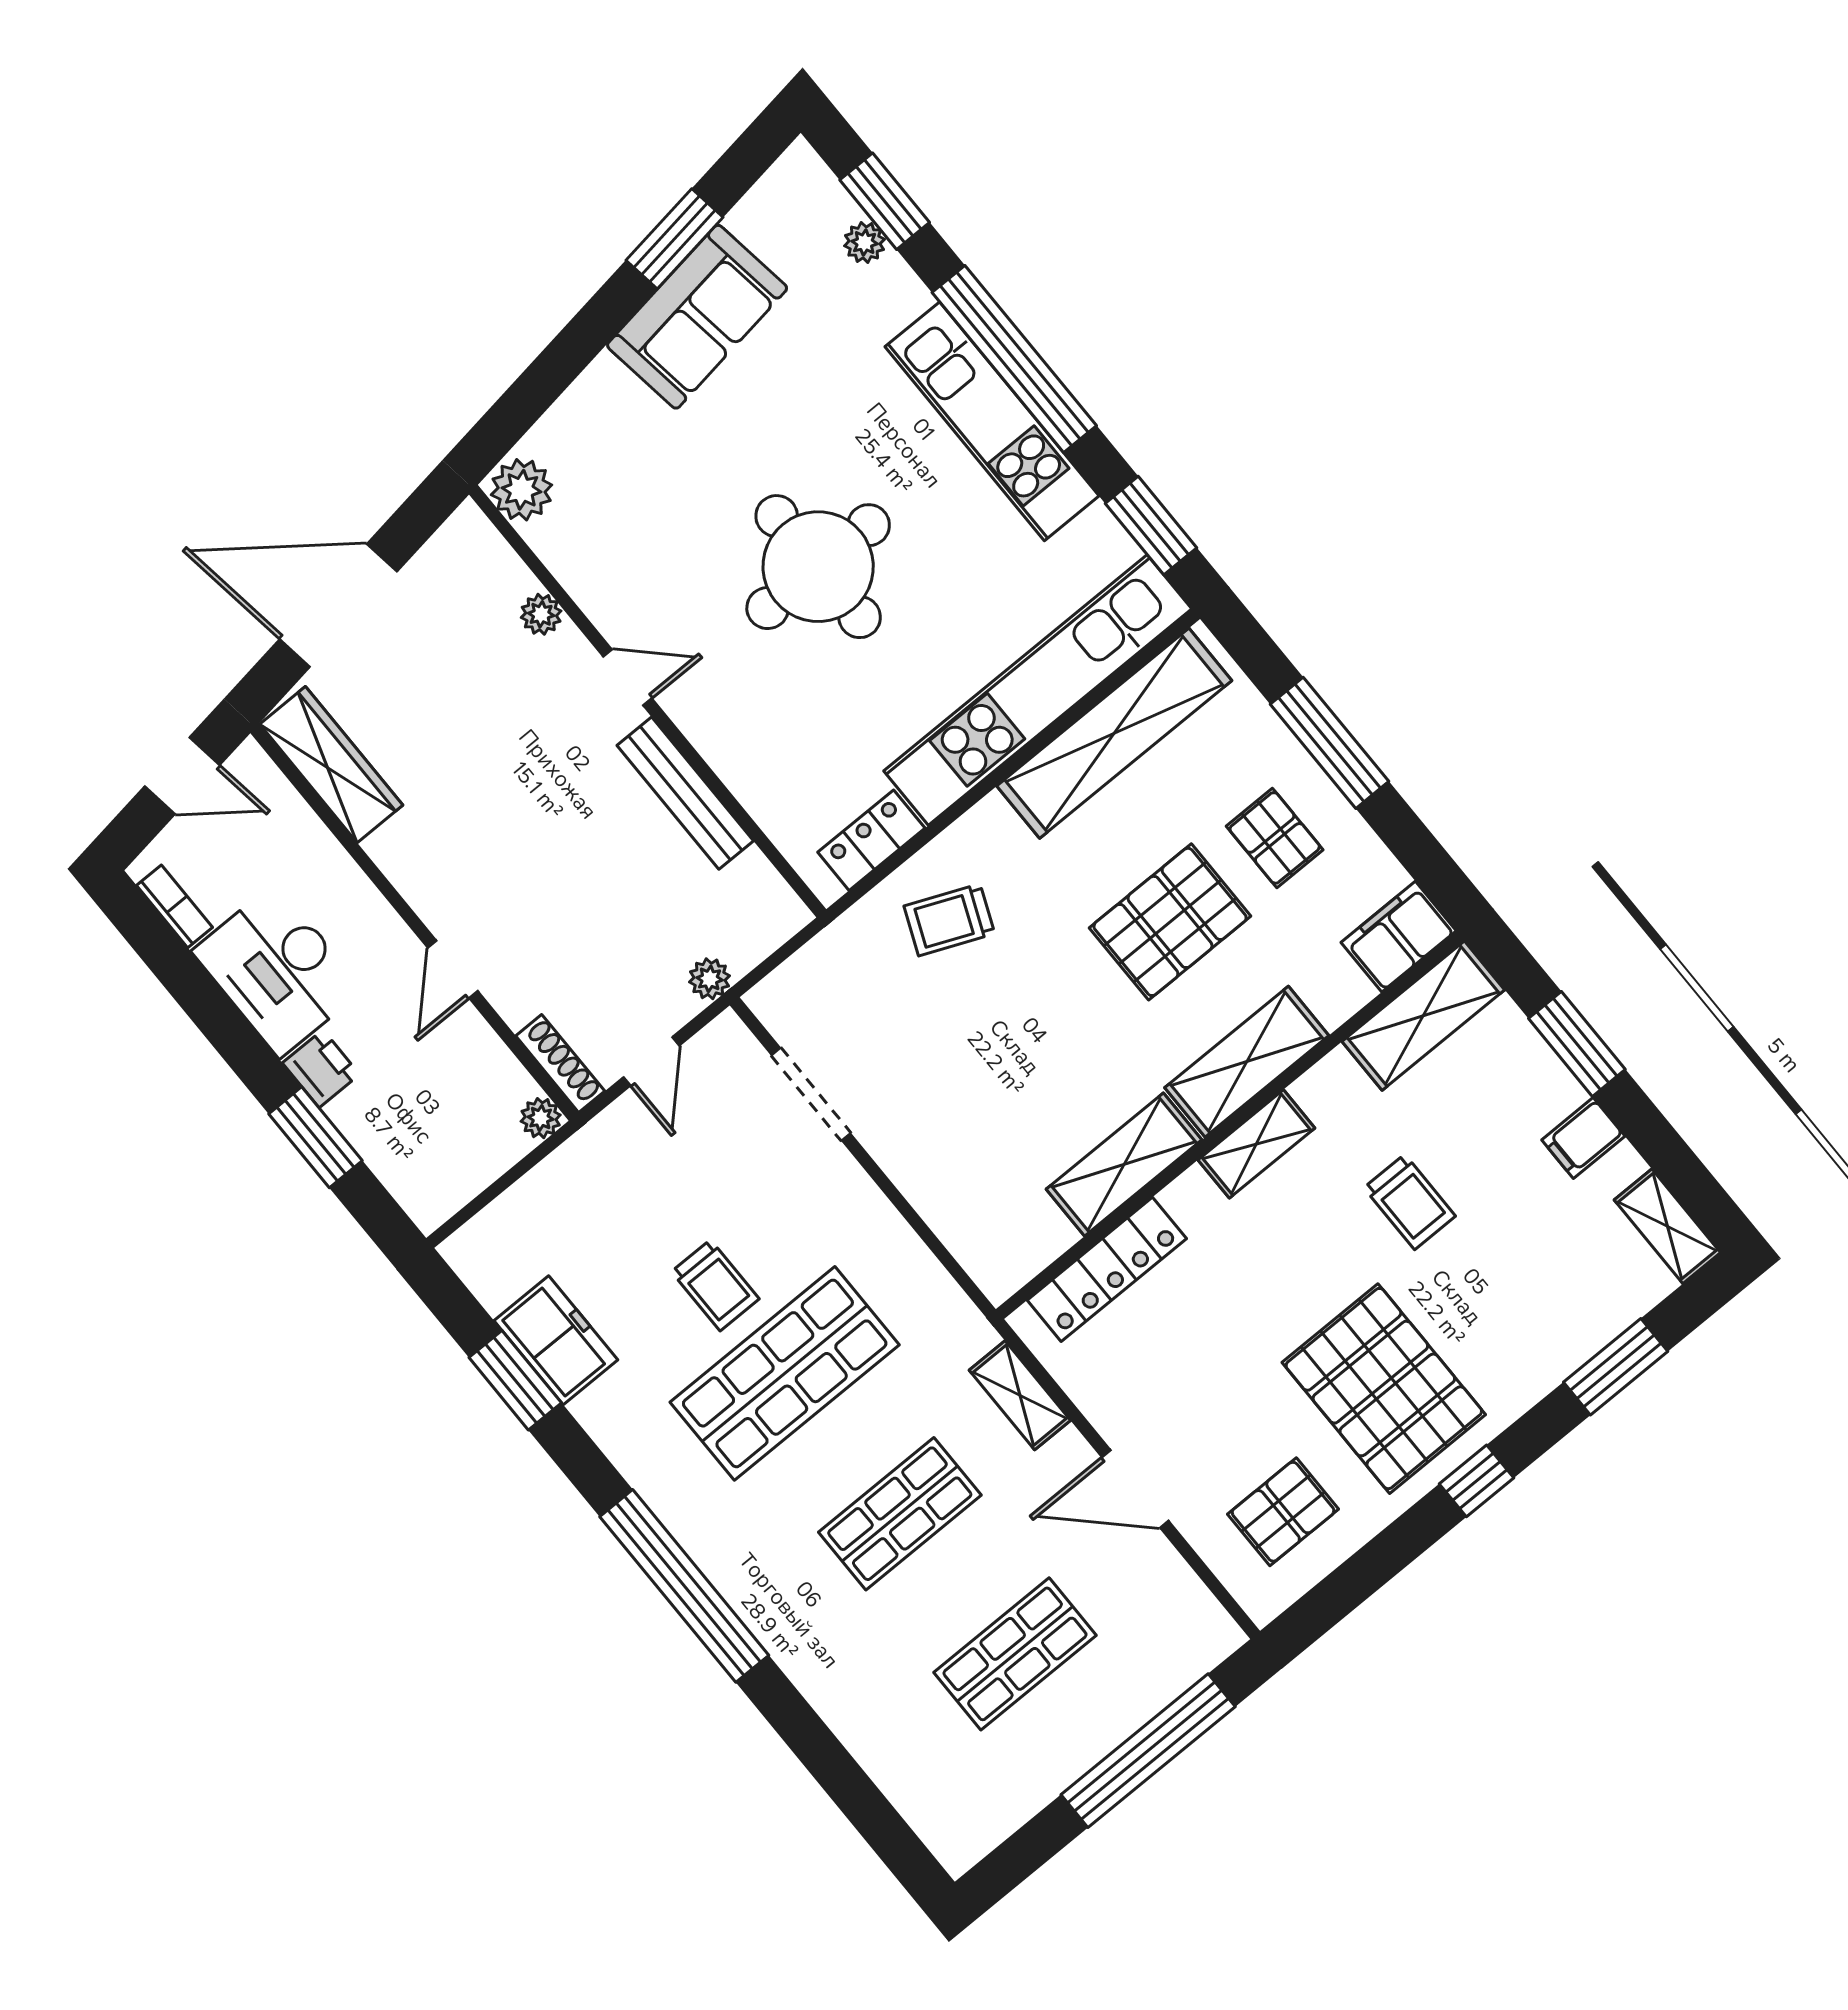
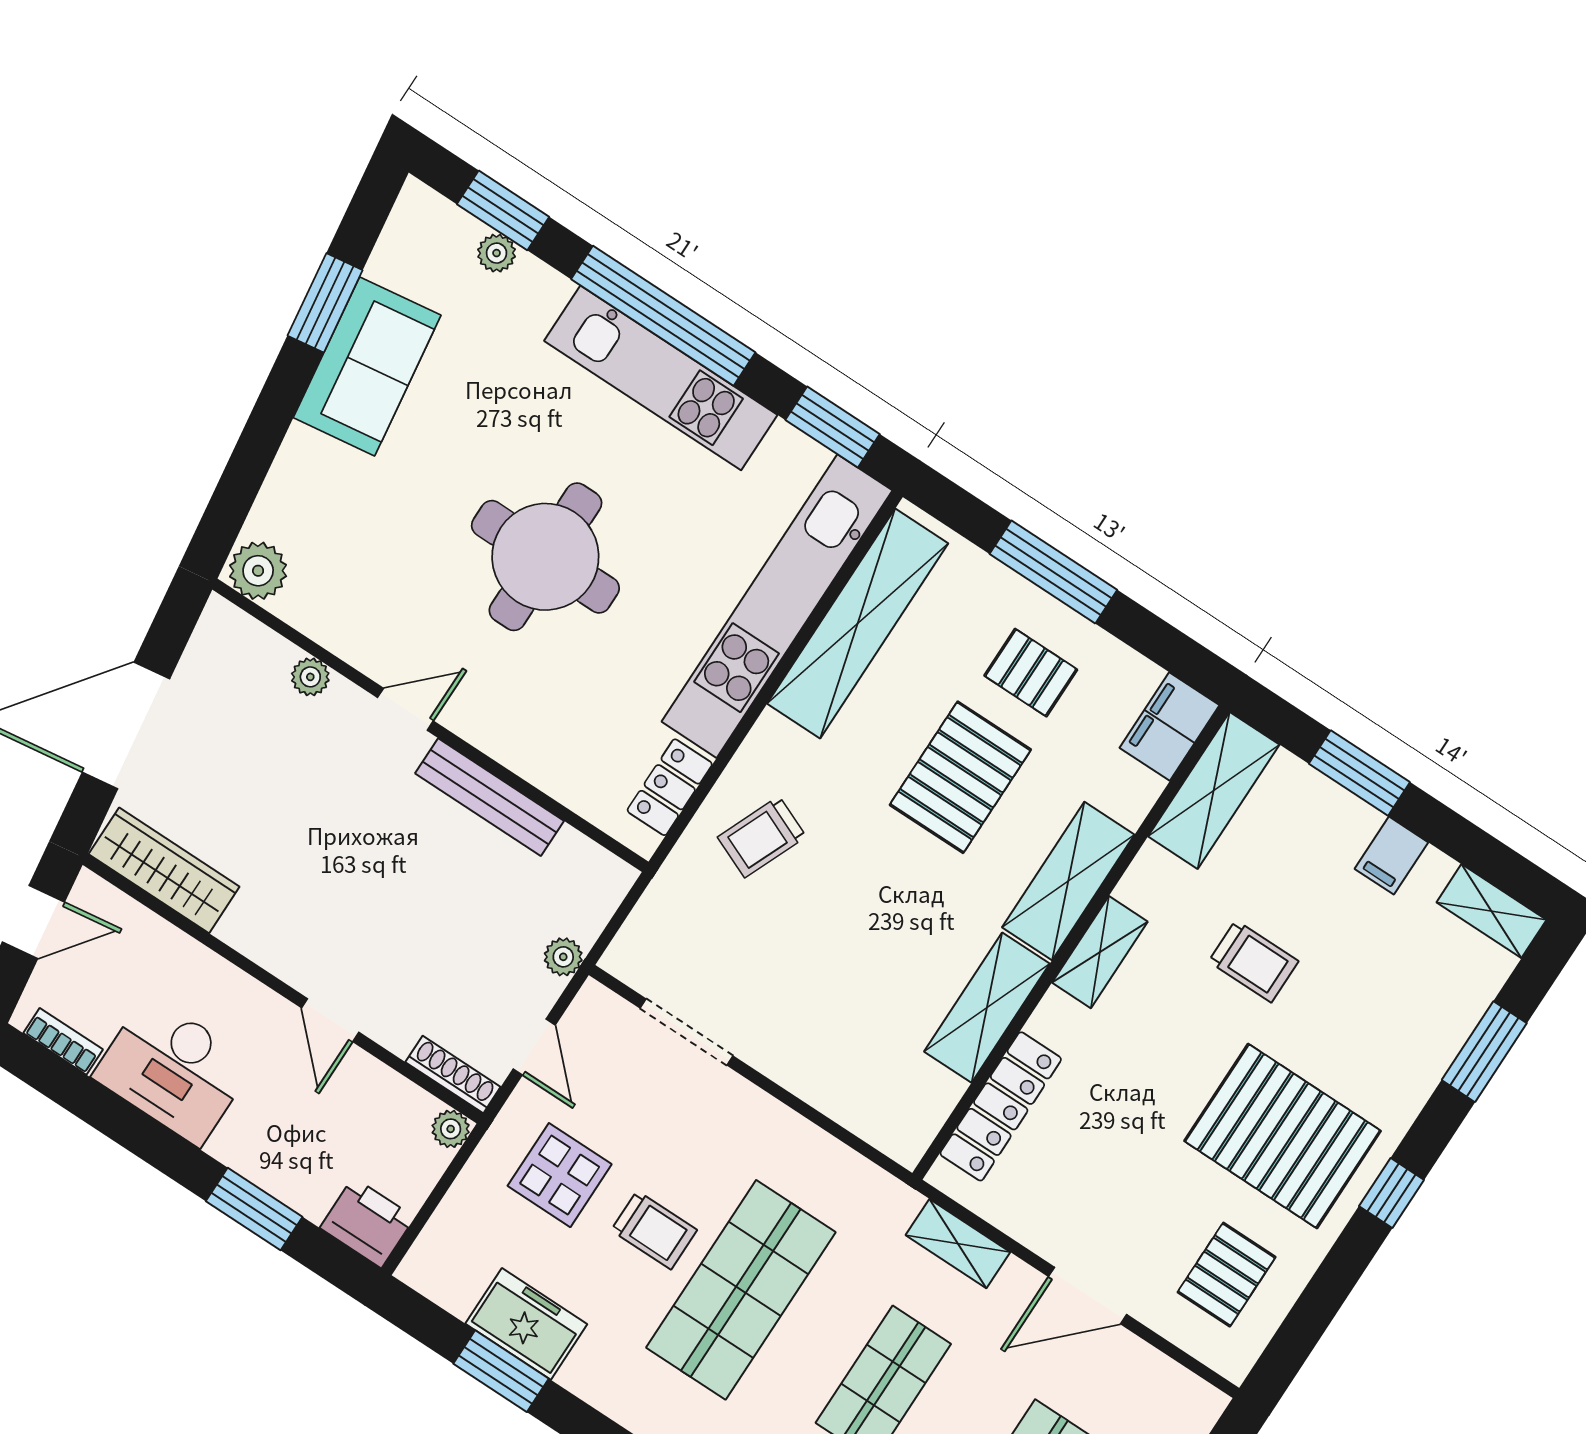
printer: (321, 1069) -> (367, 1223), moved, width x1.36, depth x1.24
display table: (637, 1199) -> (560, 1175), added

